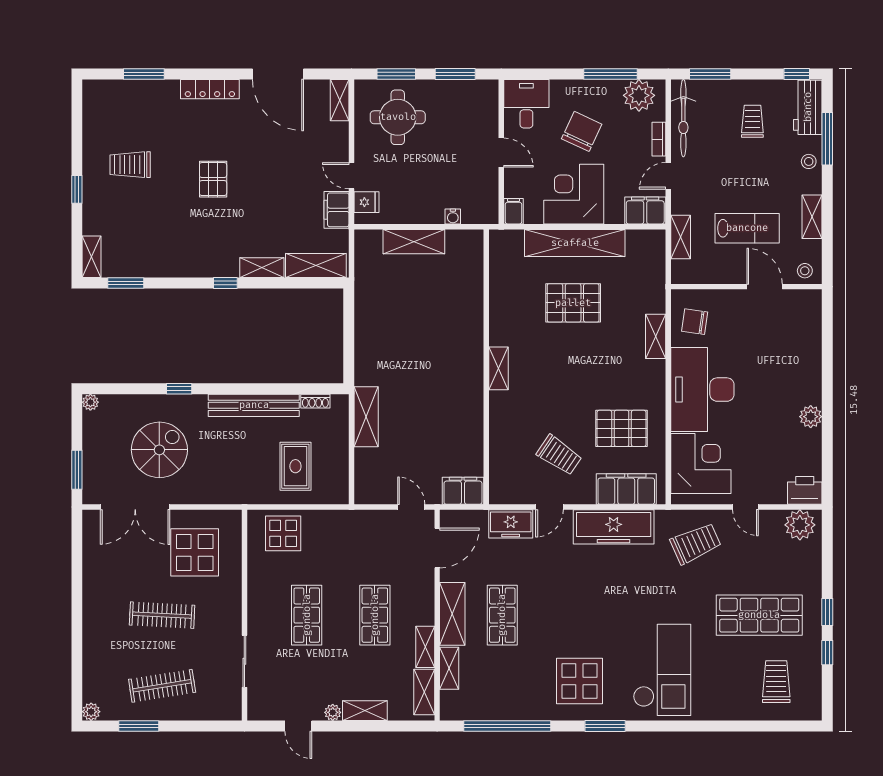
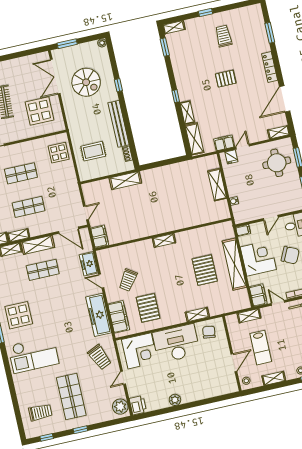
window: (827, 653) -> (47, 437), moved

